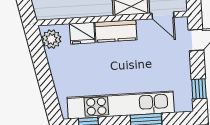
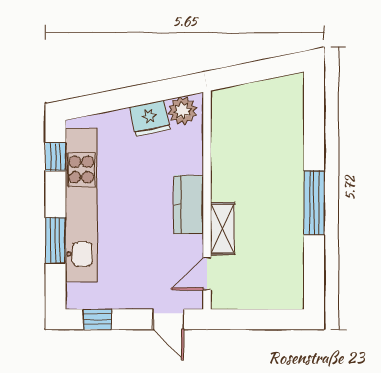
fridge: (82, 33) -> (150, 118), moved, turned -101

